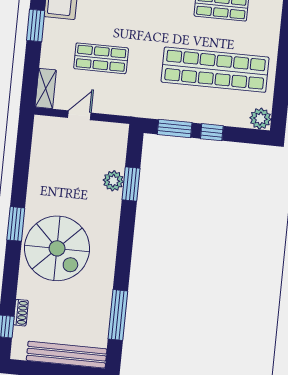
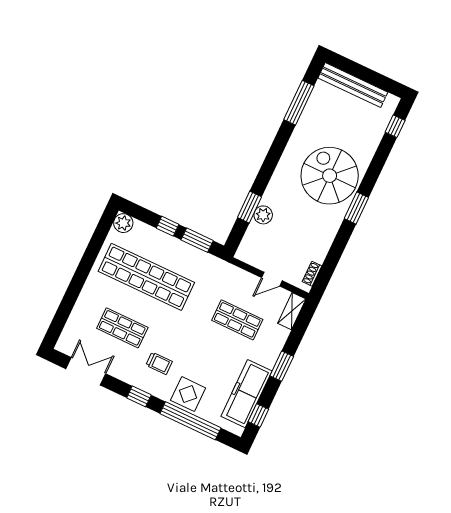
shoe rack: (21, 313) -> (312, 274), moved

